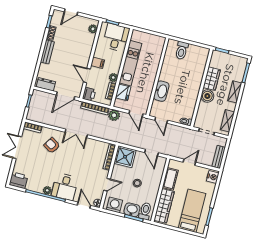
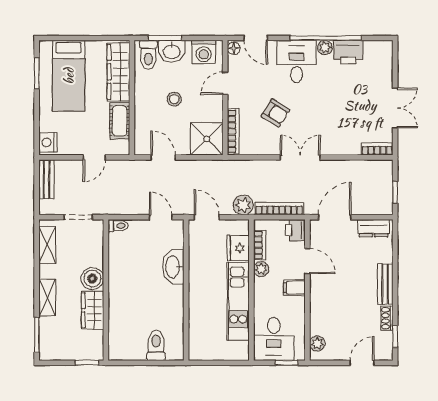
armchair: (52, 145) -> (275, 113), moved
printer: (18, 180) -> (348, 52), moved

